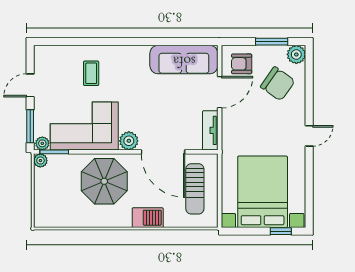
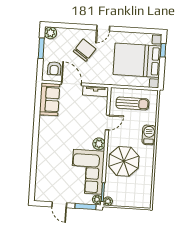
sofa: (184, 60) -> (49, 99), width x0.73
coffee table: (91, 73) -> (54, 165), removed
chair: (278, 84) -> (85, 50), moved
door: (309, 136) -> (103, 28), swing flipped
door: (163, 152) -> (107, 122), width x0.53

